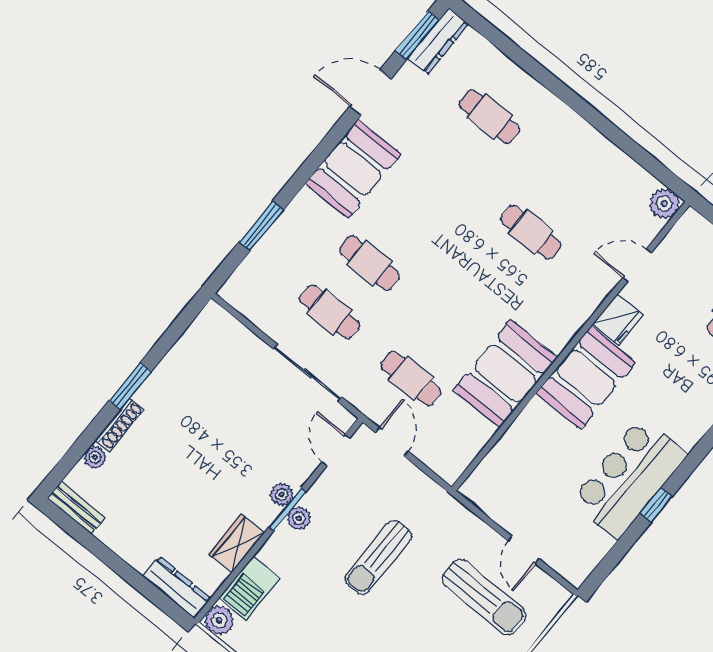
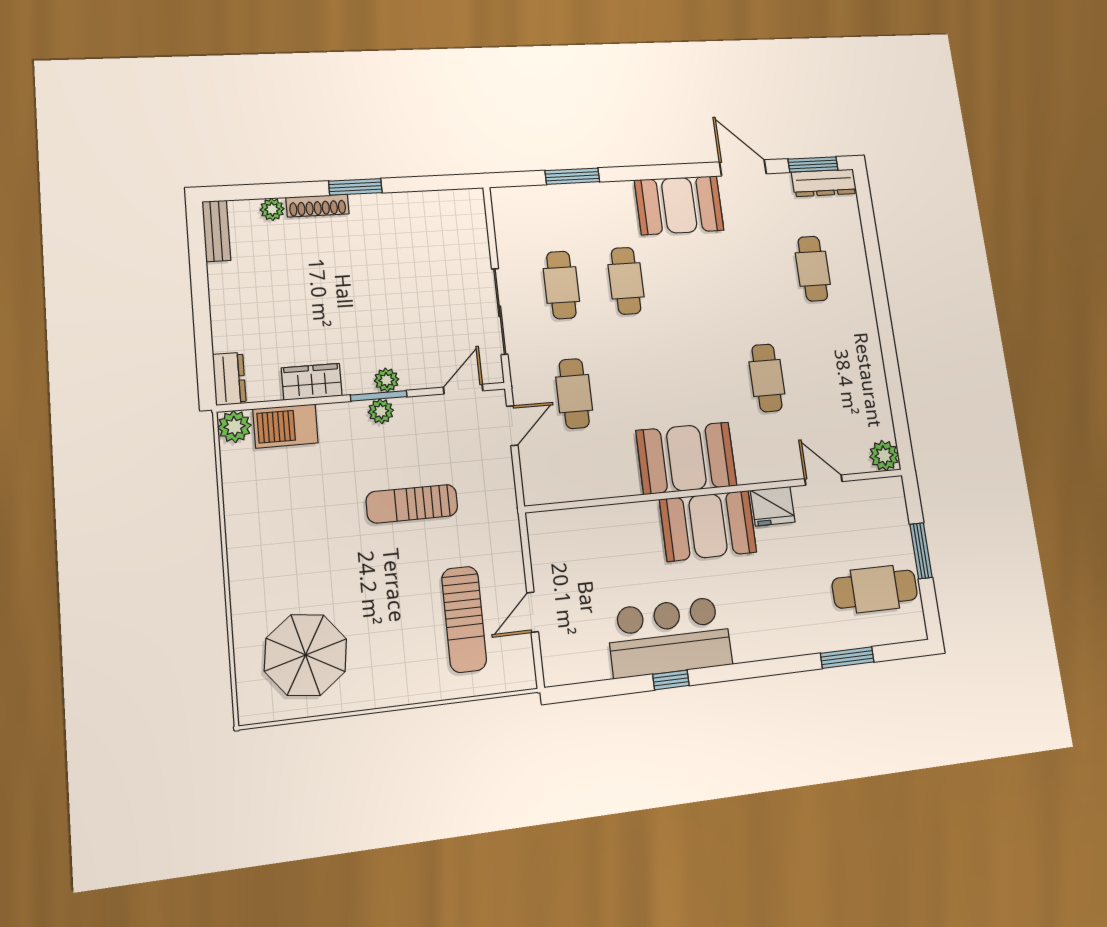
booth: (506, 373) -> (686, 458), moved
dresser: (177, 587) -> (229, 379), width x0.70

